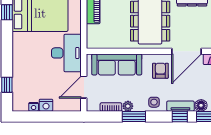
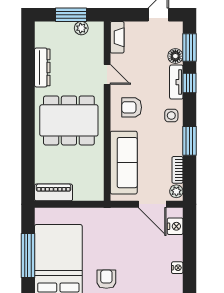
armchair: (24, 51) -> (106, 279), added
door: (187, 51) -> (107, 74), width x0.53
desk: (66, 53) -> (109, 226), removed
nightstand: (46, 105) -> (175, 226), moved
plant: (128, 106) -> (176, 191), moved

